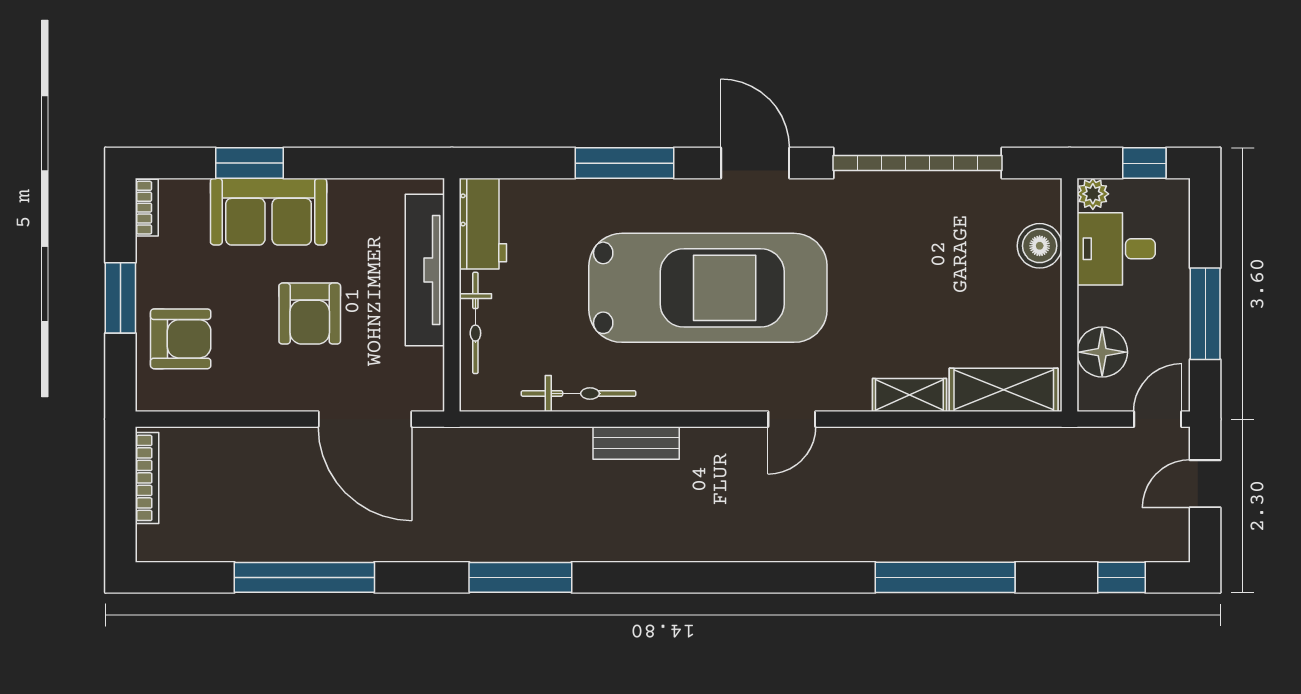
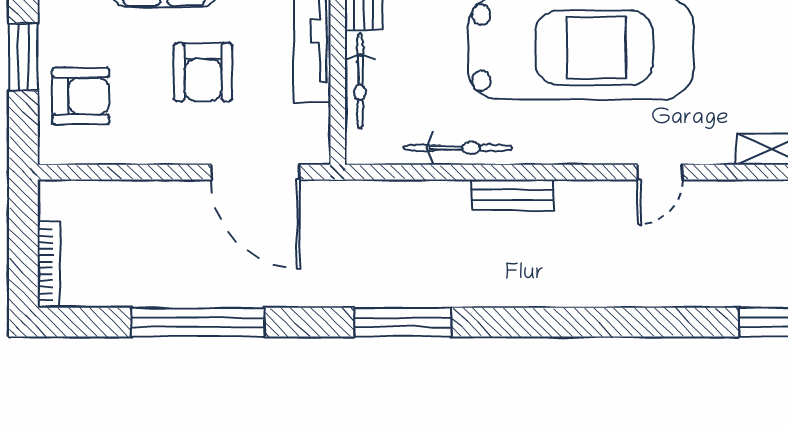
bookcase: (147, 478) -> (49, 265), moved

